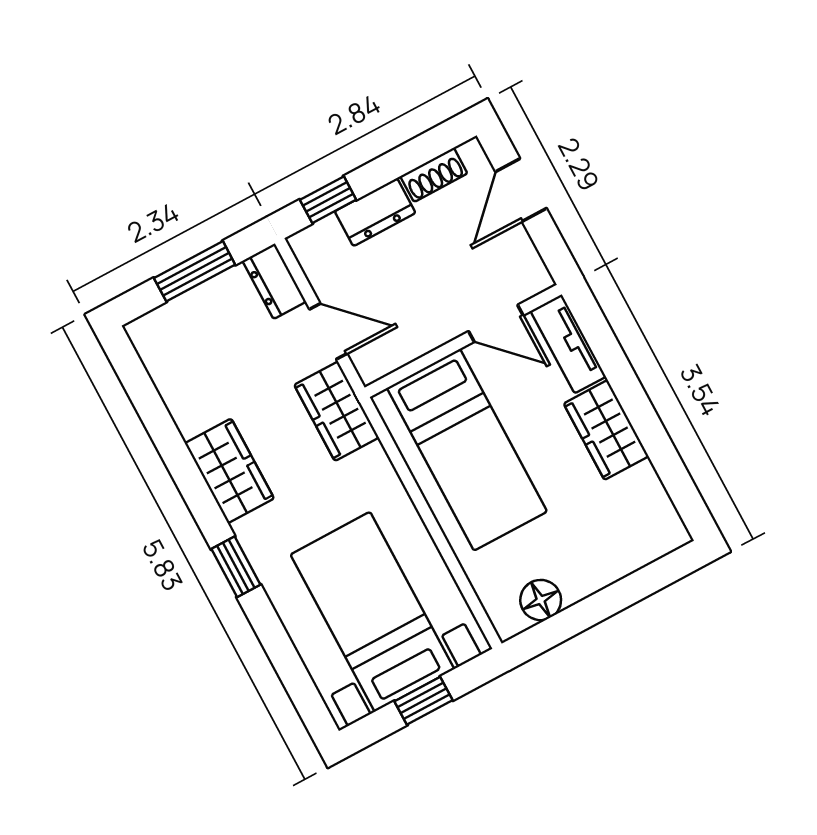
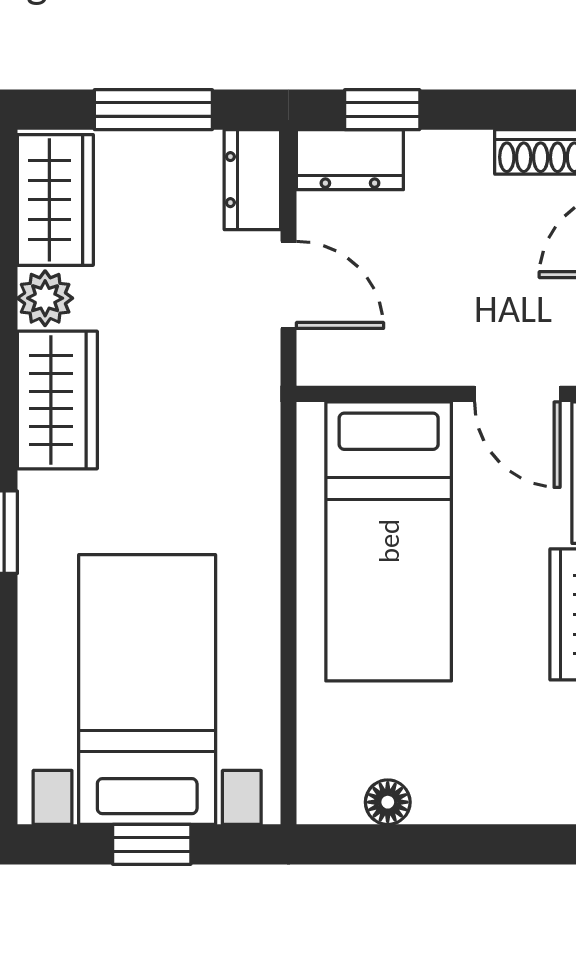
dresser: (375, 212) -> (350, 160), moved
wardrobe: (337, 411) -> (55, 200), moved, turned 180
plant: (190, 415) -> (45, 298), added
floor lamp: (541, 600) -> (388, 802), width x0.73, depth x0.73

